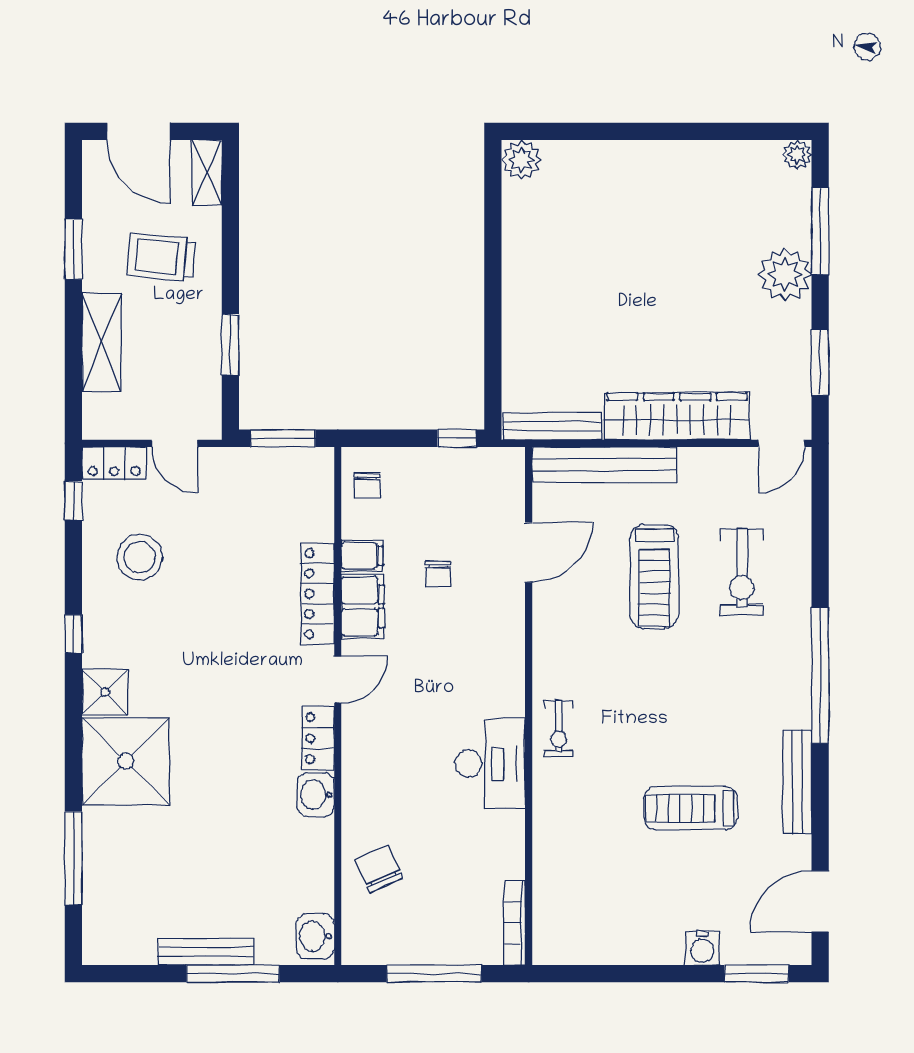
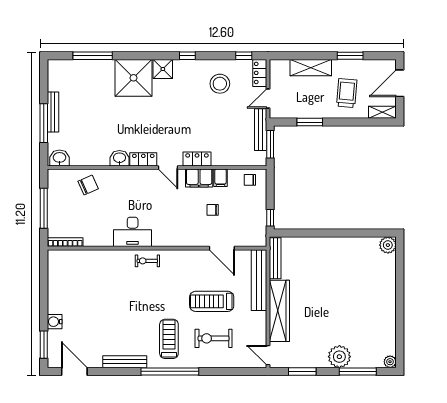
bench: (248, 461) -> (261, 130), added
locker: (318, 594) -> (197, 159), width x0.66
treadmill: (690, 808) -> (169, 339), moved

